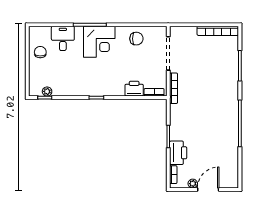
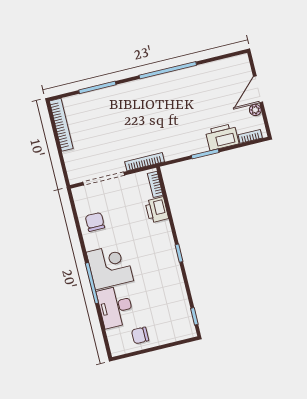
desk: (63, 38) -> (115, 307), width x1.37
plant: (47, 91) -> (186, 315), removed
door: (208, 190) -> (258, 89), hinge flipped

